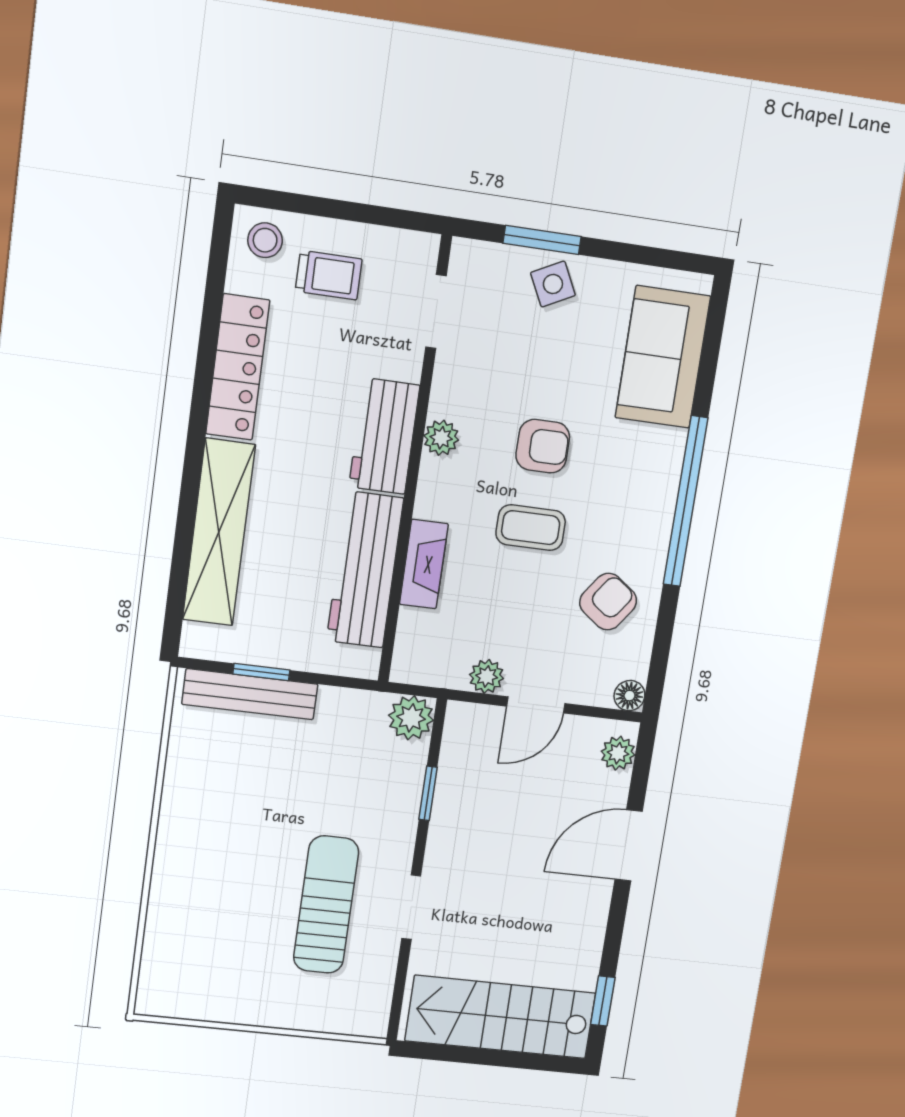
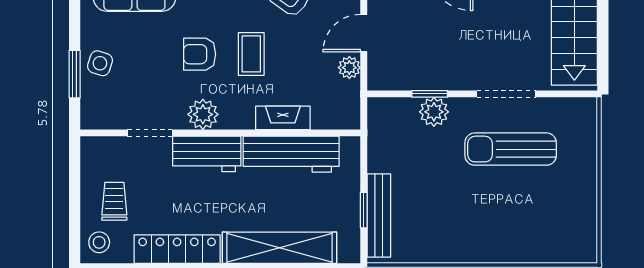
side table: (553, 284) -> (100, 63), turned 45
doorway: (436, 312) -> (150, 133), moved
plant: (441, 438) -> (203, 114), width x1.38, depth x1.38
armchair: (543, 446) -> (200, 54), turned -90
door: (536, 705) -> (364, 33), swing flipped
plant: (411, 718) -> (434, 112), moved
doorway: (411, 907) -> (506, 94), width x1.38

